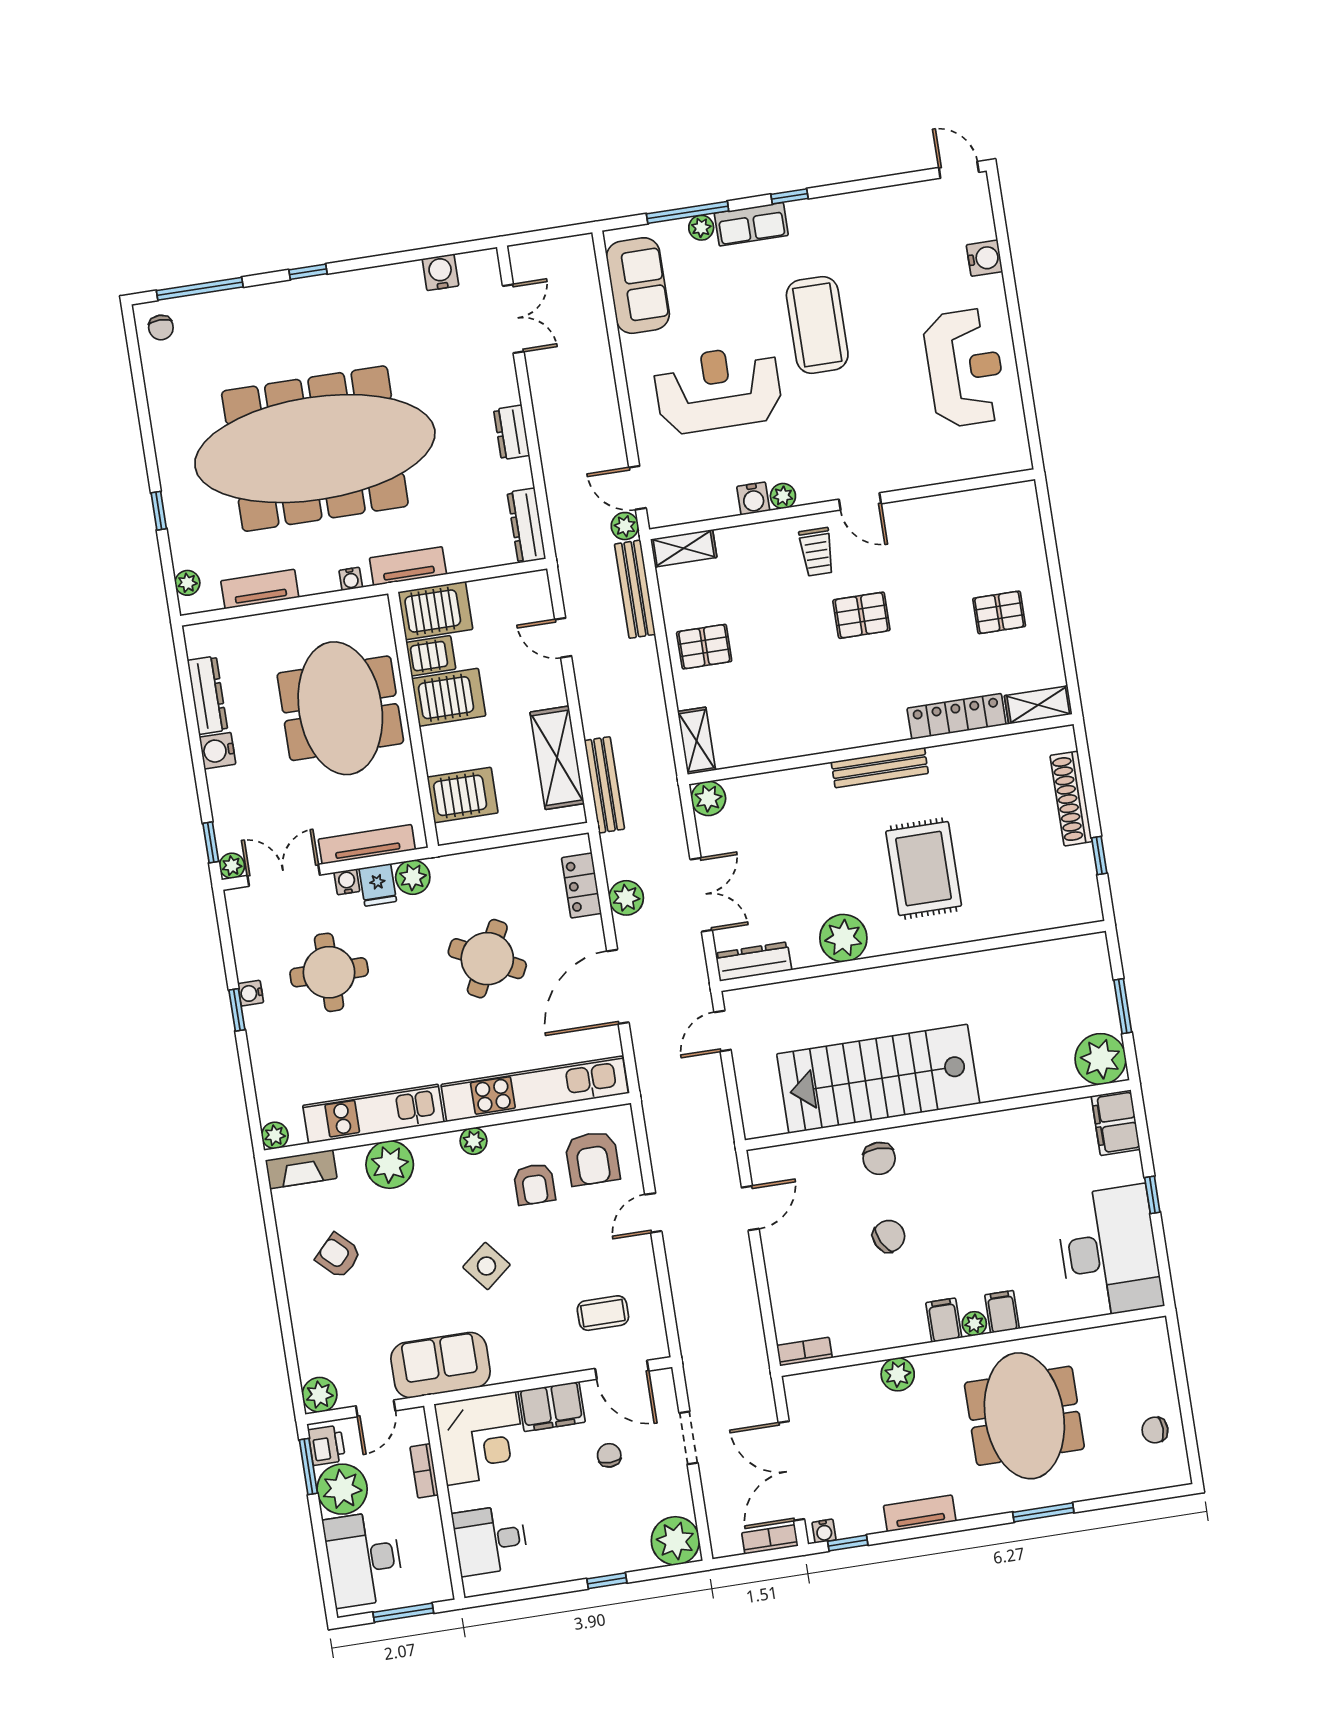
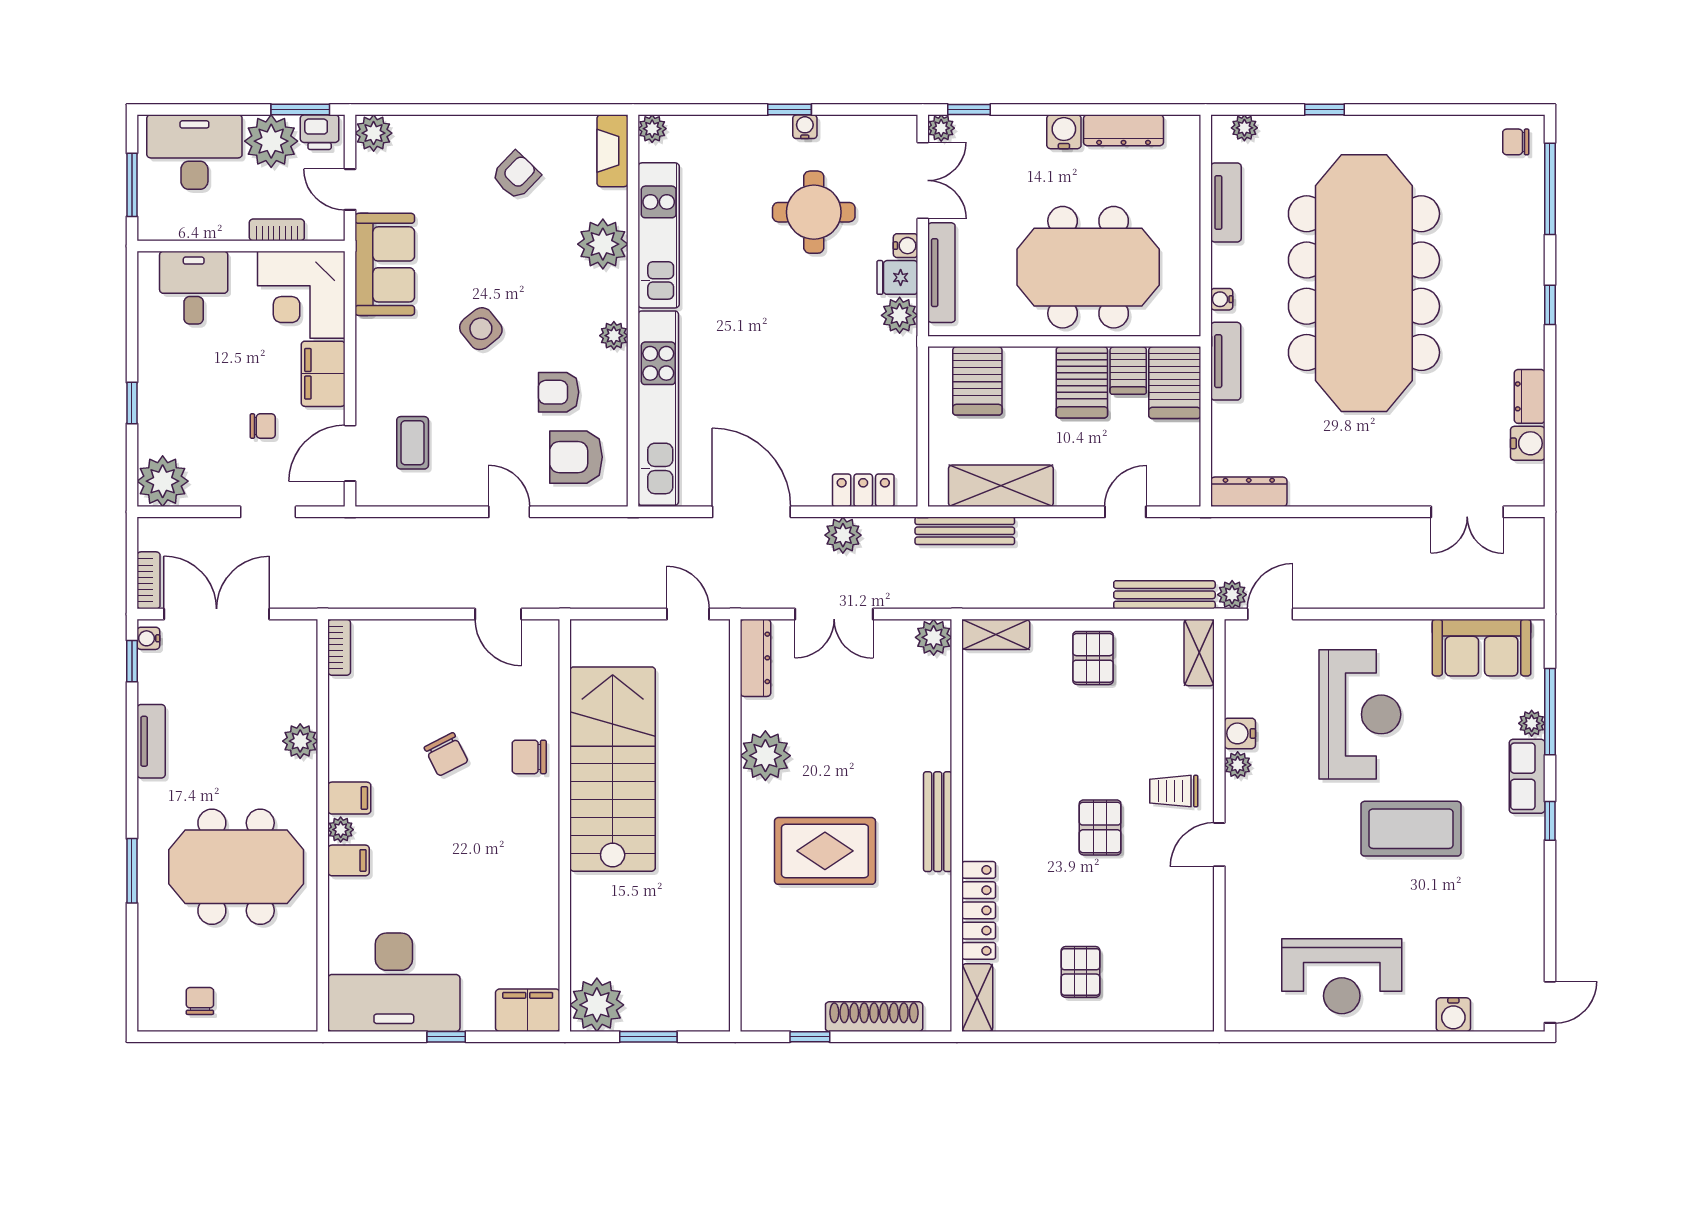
dresser: (512, 432) -> (1530, 396), moved, turned -90
round table: (487, 959) -> (802, 380), removed

